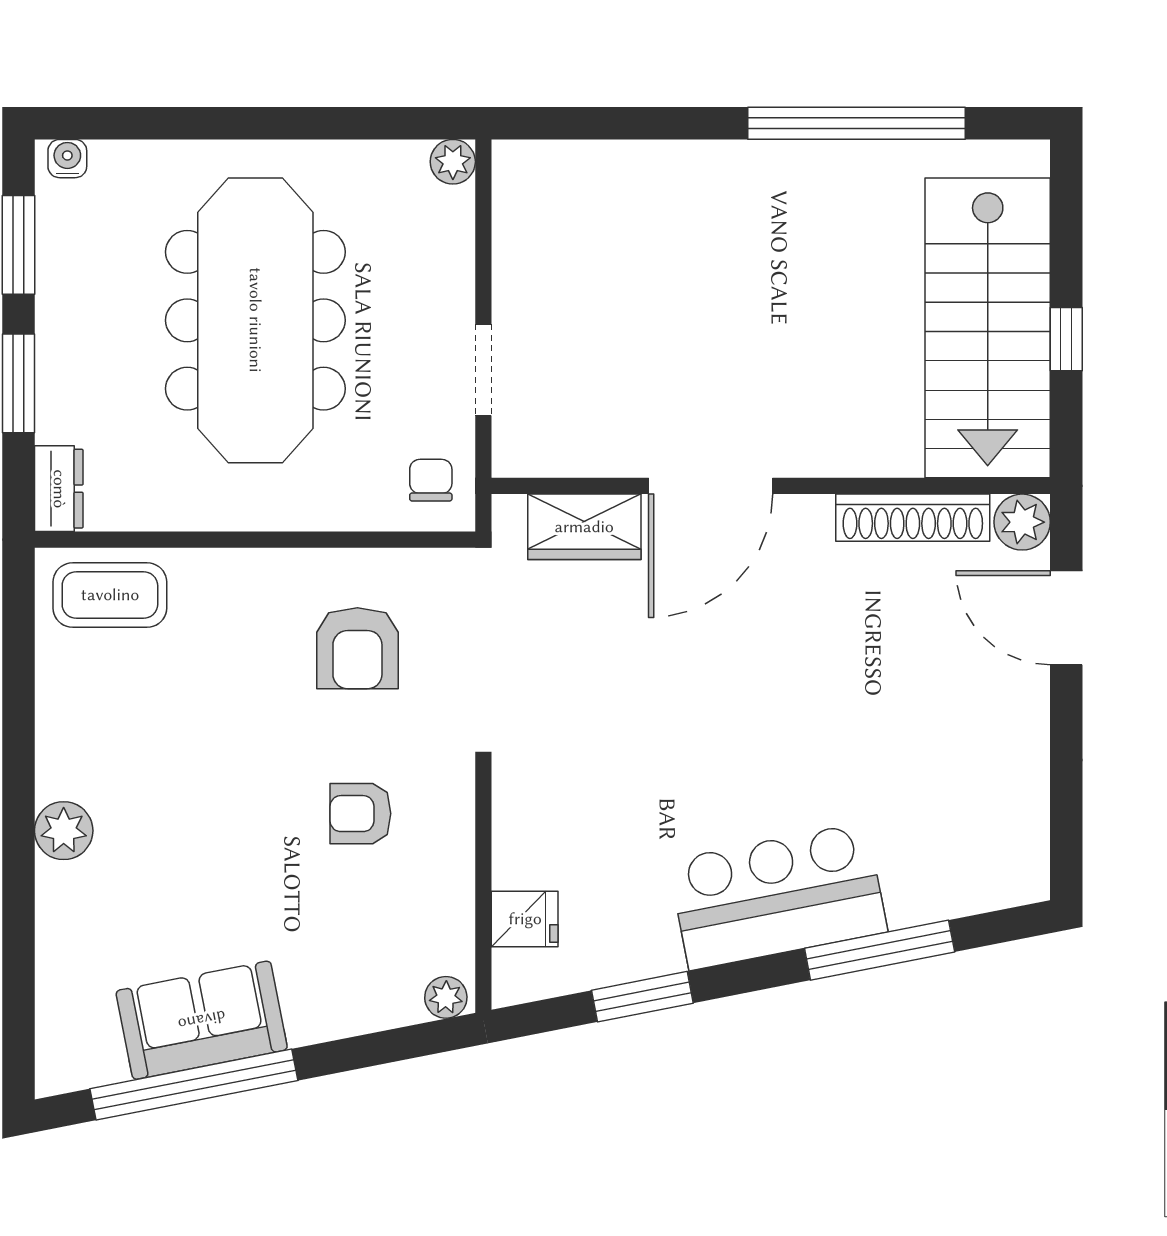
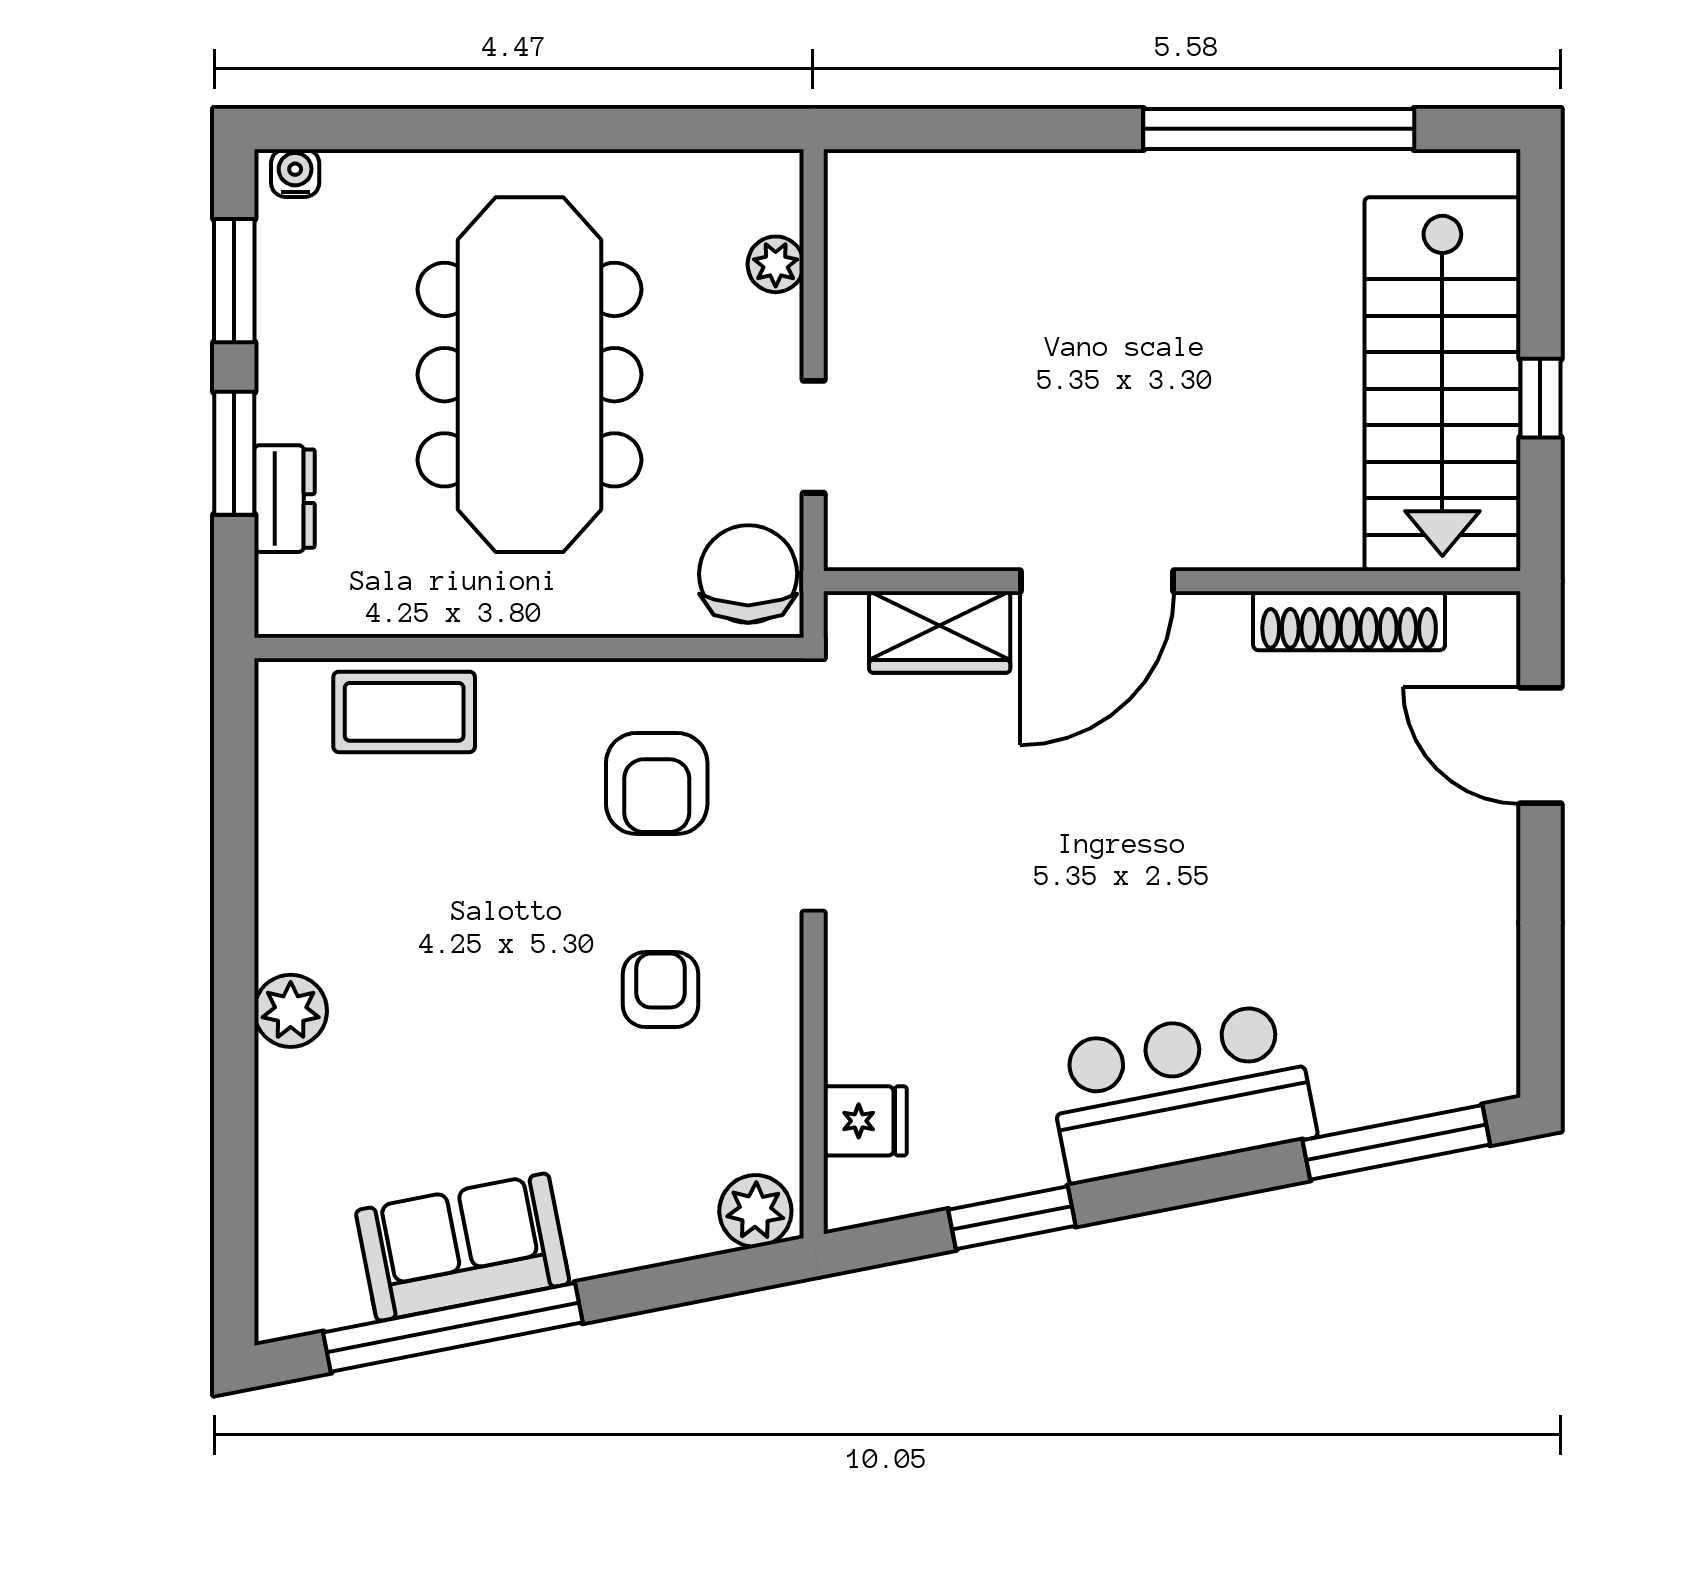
plant: (453, 162) -> (776, 264), moved
chair: (431, 480) -> (748, 574), width x1.87, depth x1.87
dresser: (59, 489) -> (284, 499), moved
plant: (1022, 522) -> (1485, 626), removed
coffee table: (110, 595) -> (404, 712), moved
armchair: (360, 814) -> (660, 989), turned 90
window: (880, 950) -> (1396, 1142), moved
plant: (446, 997) -> (755, 1211), width x1.38, depth x1.38

